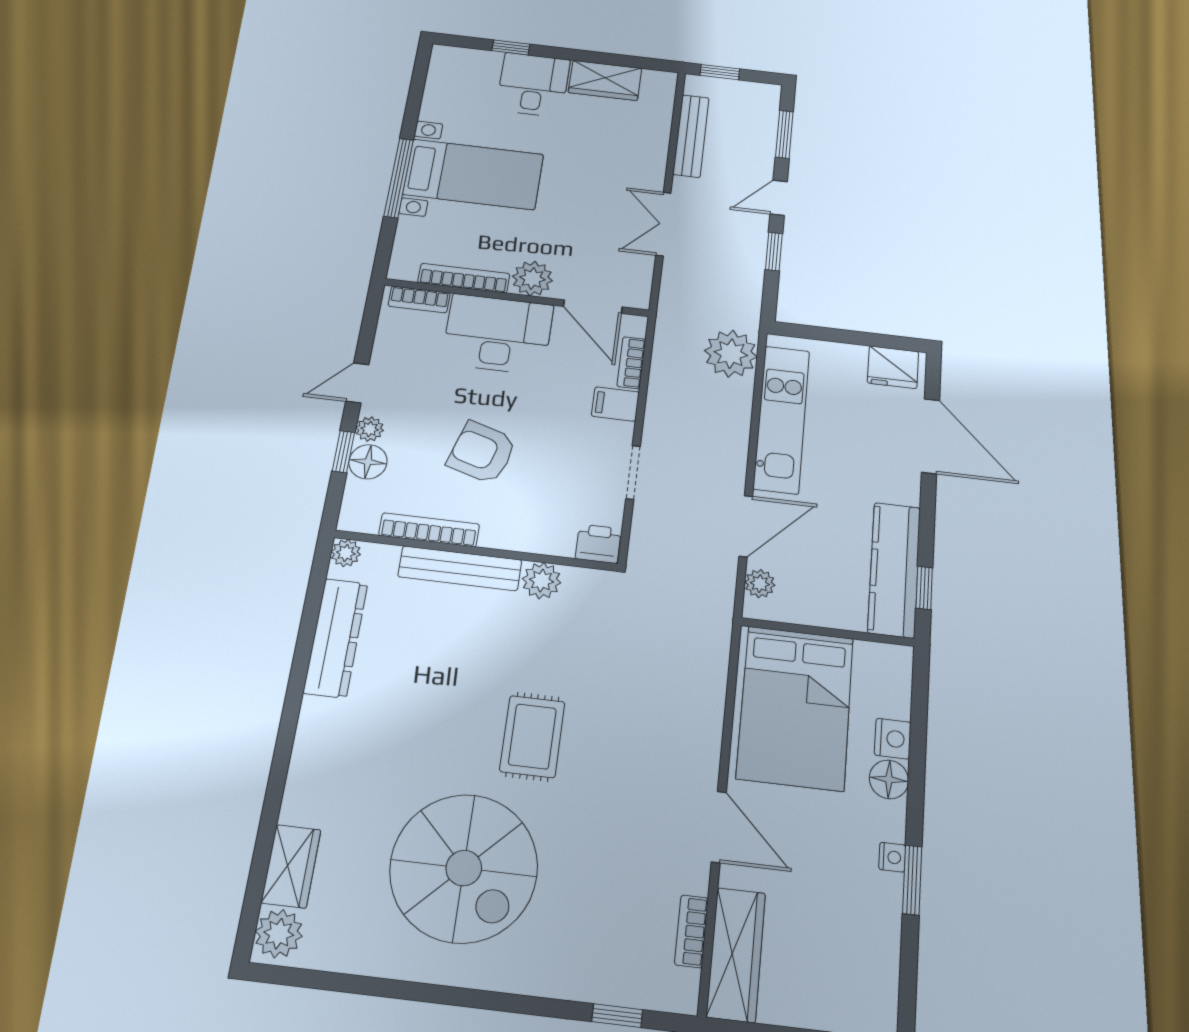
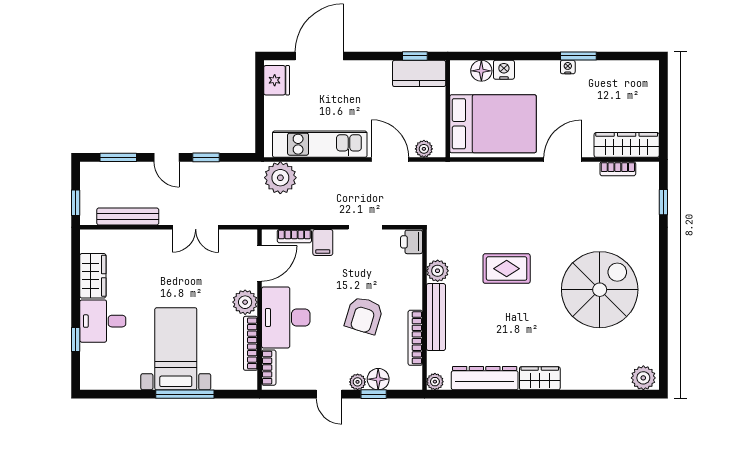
kitchen counter: (894, 570) -> (419, 73), width x0.67
rug: (532, 736) -> (507, 269), moved
floor lamp: (889, 779) -> (481, 71), moved
wardrobe: (291, 866) -> (540, 378), moved

